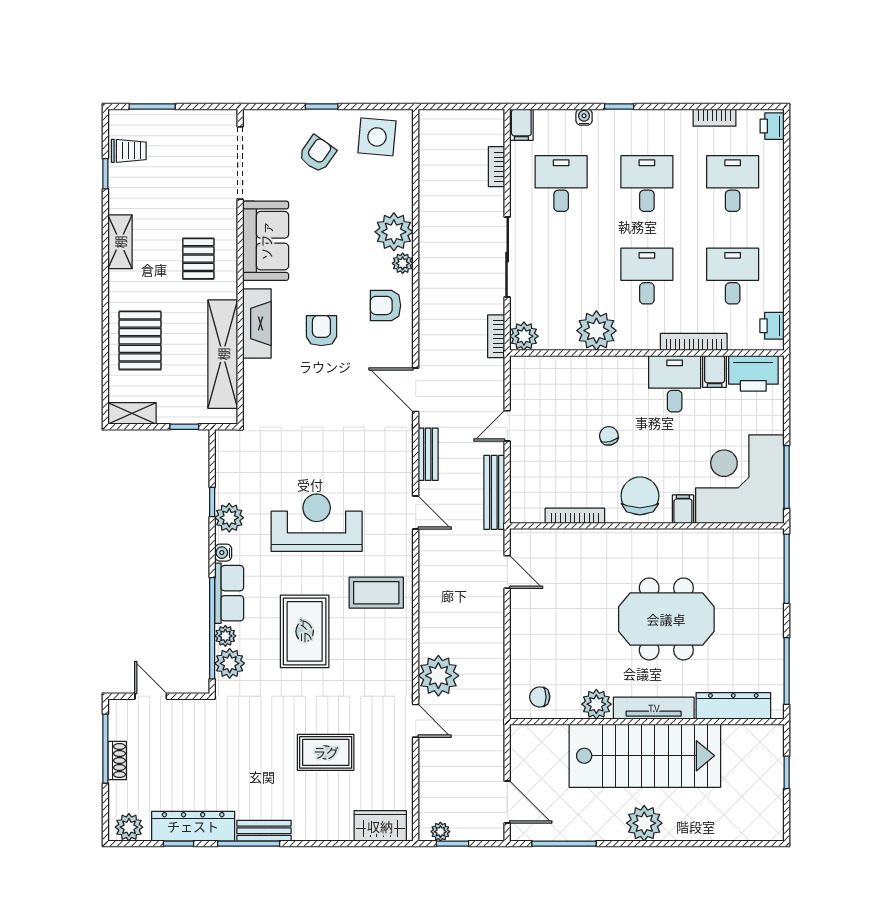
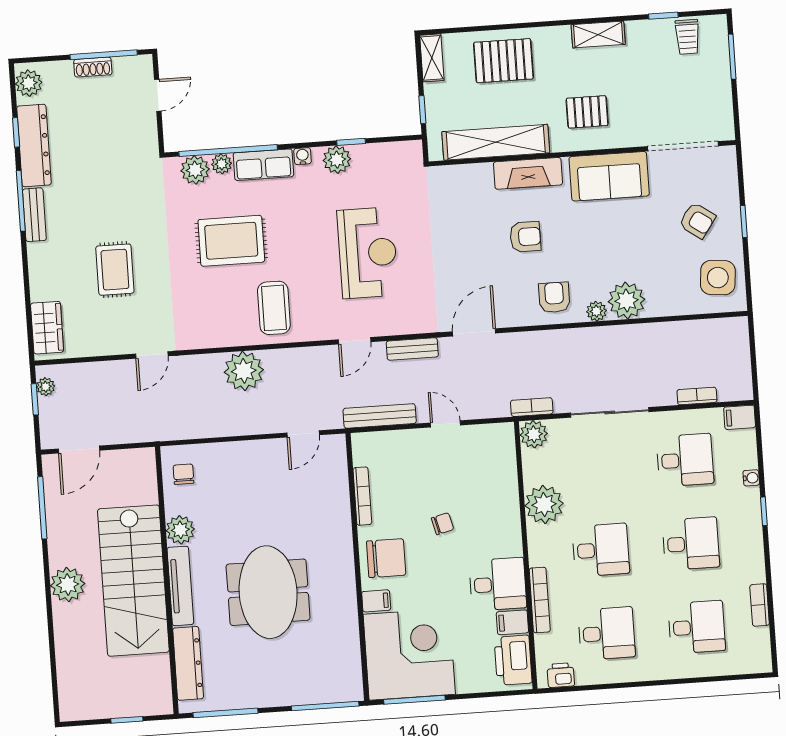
printer: (772, 126) -> (755, 662), removed
reception desk: (317, 523) -> (368, 253), moved
plant: (438, 676) -> (244, 371), moved

